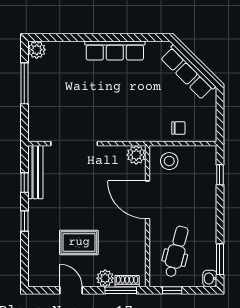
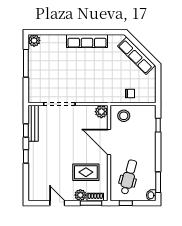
rug: (79, 242) -> (86, 172), moved

